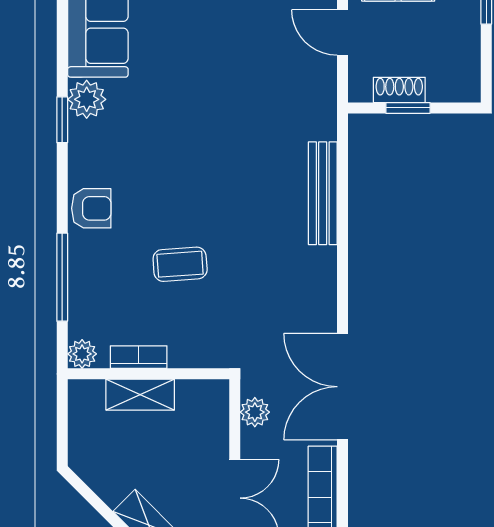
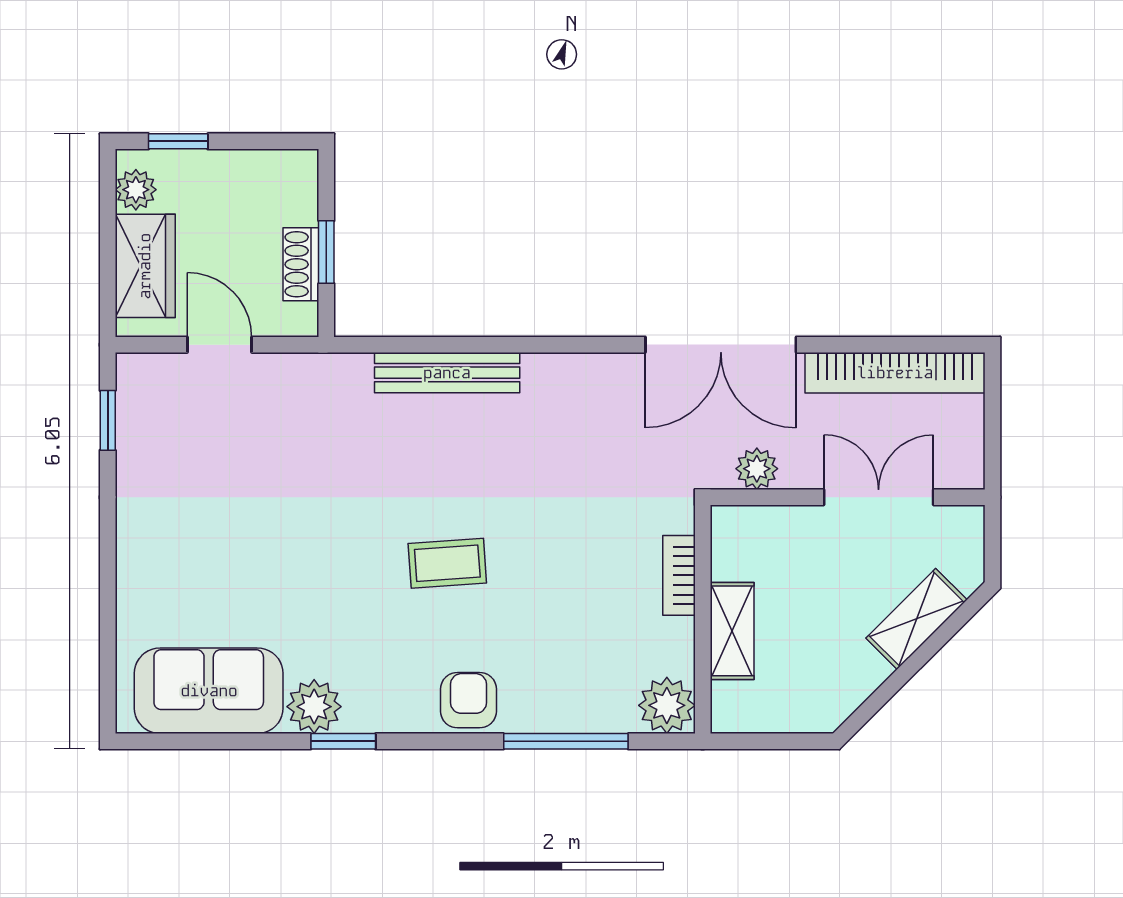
door: (342, 32) -> (220, 345), swing flipped
coffee table: (180, 264) -> (447, 563), moved, turned 90
plant: (82, 354) -> (667, 705), width x1.38, depth x1.38
bookcase: (139, 357) -> (679, 575), moved

